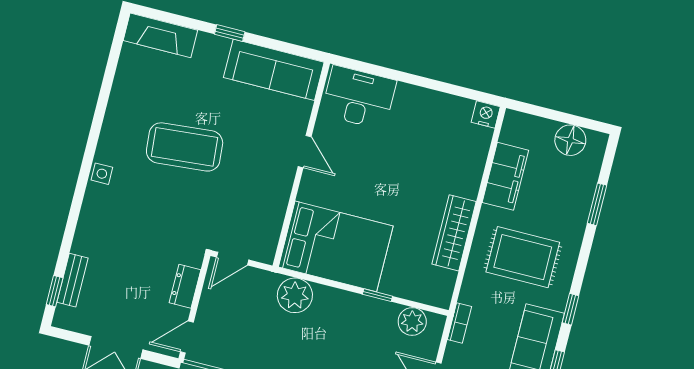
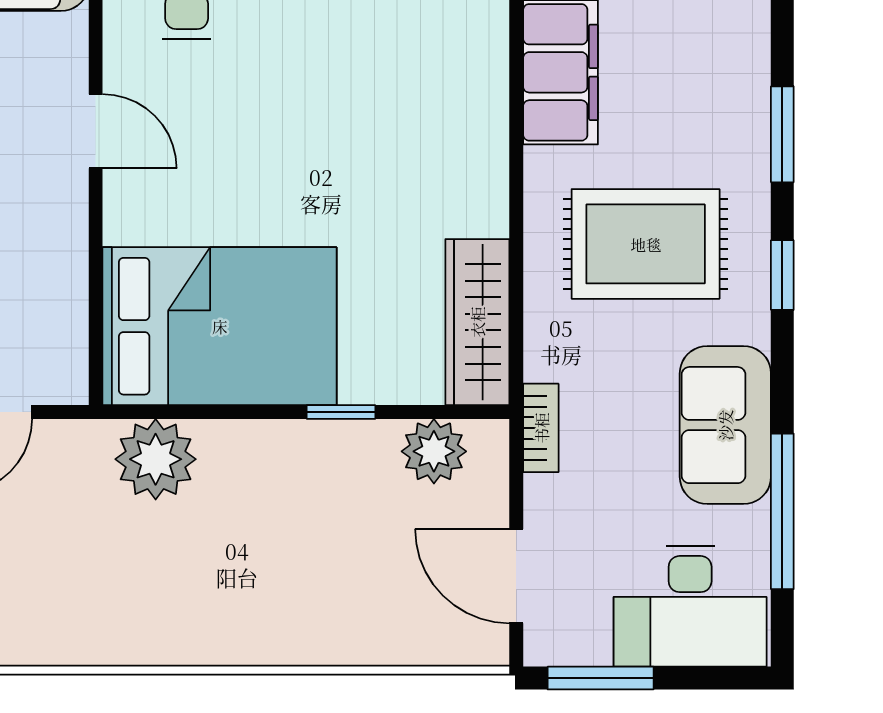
window: (597, 204) -> (782, 134), moved
wardrobe: (454, 233) -> (477, 322), moved
window: (570, 309) -> (782, 275), moved

